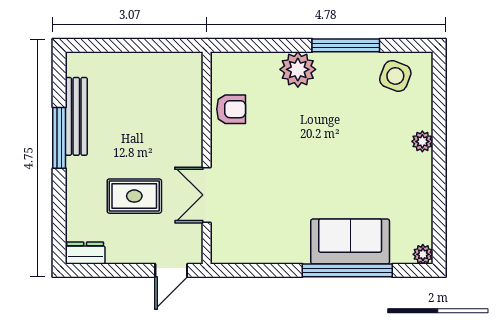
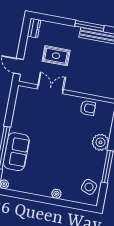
armchair: (231, 109) -> (88, 108), turned -90
rug: (134, 196) -> (56, 56), turned 90

